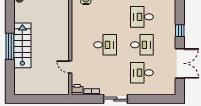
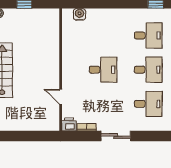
desk: (142, 17) -> (148, 35), turned 180
desk: (142, 73) -> (148, 104), turned 180

